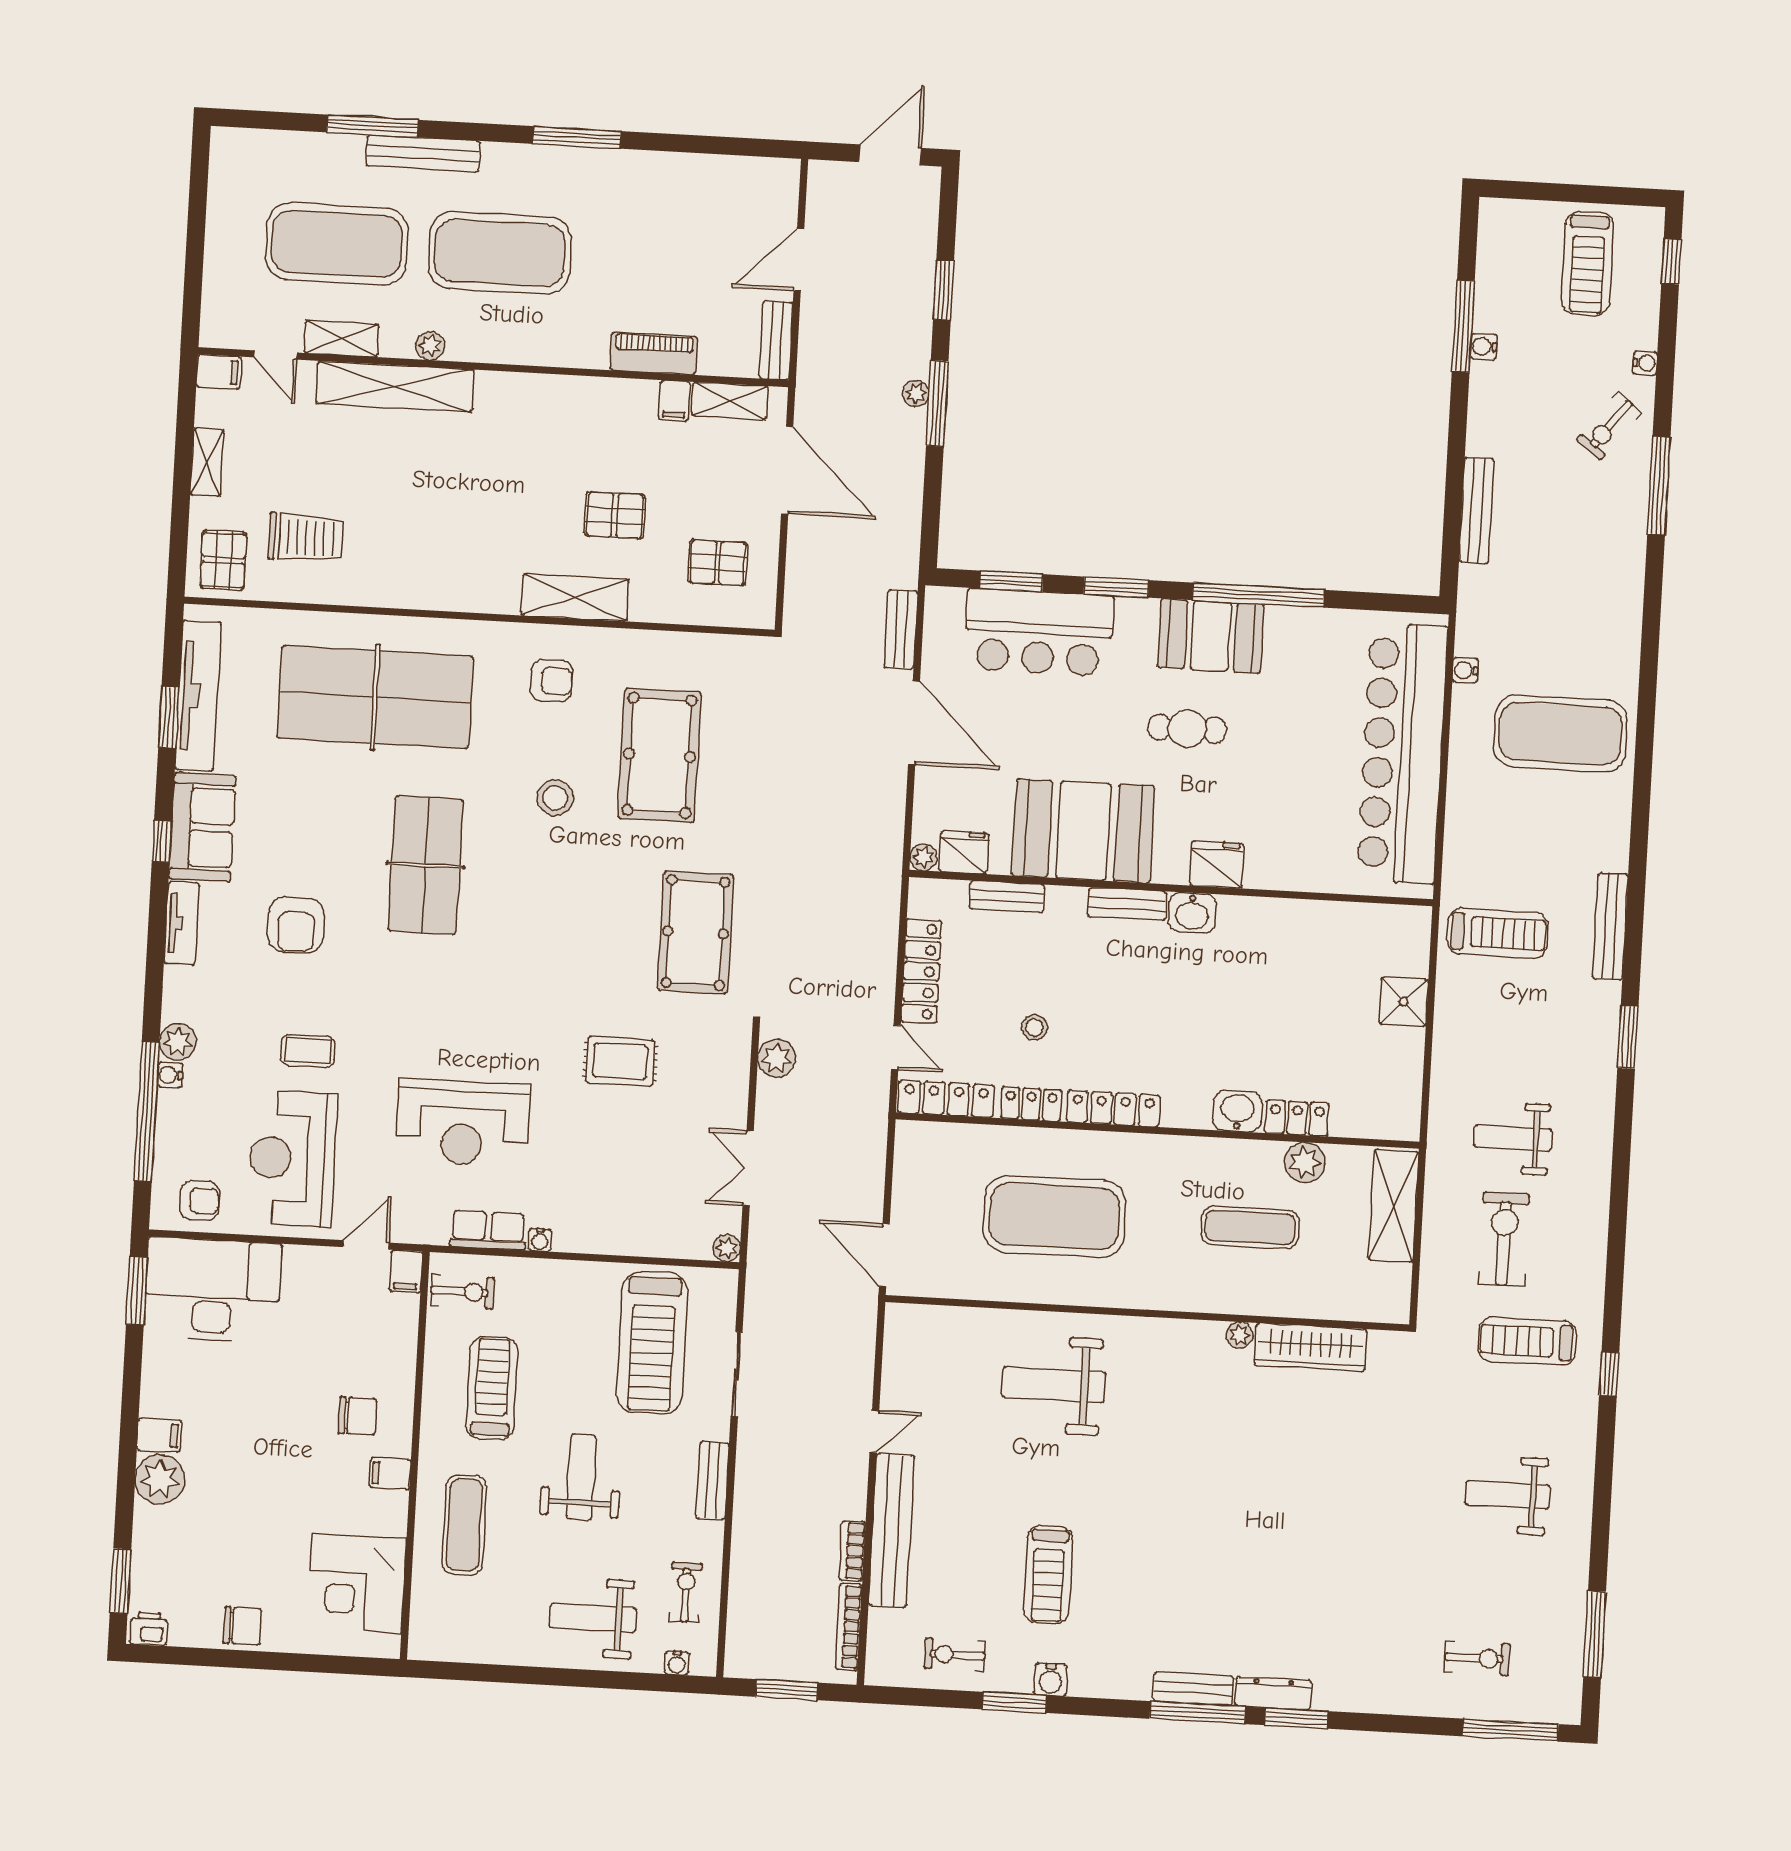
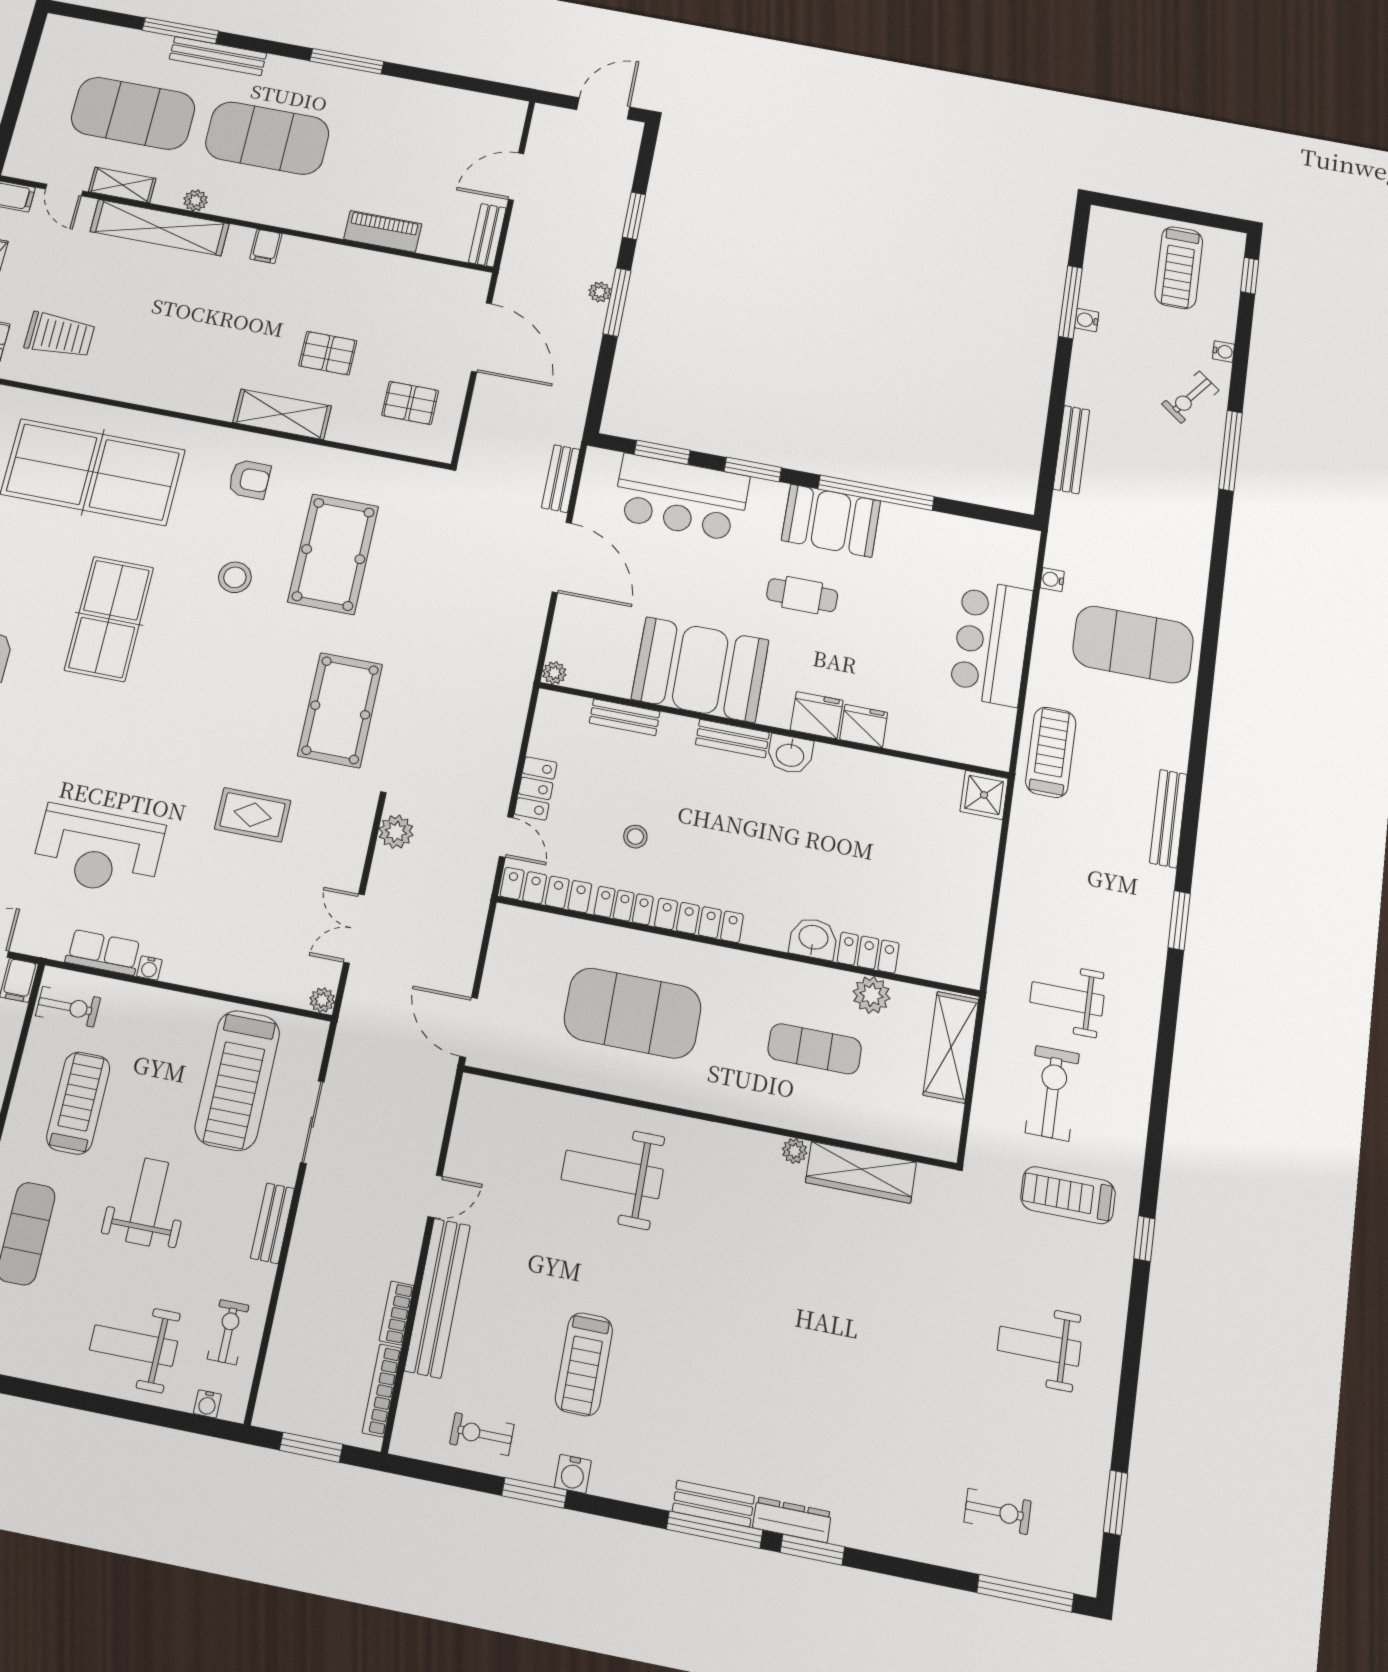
filing cabinet: (674, 401) -> (266, 246), moved
shelving: (730, 401) -> (441, 277), removed
bar counter: (1402, 754) -> (991, 642), width x0.54
fridge: (964, 852) -> (864, 726), moved
treadmill: (1498, 933) -> (1051, 752), moved, turned -90
locker: (921, 971) -> (536, 788), width x0.66
shower: (1404, 1002) -> (984, 795), moved
window: (1595, 1634) -> (1116, 1503), width x0.69

